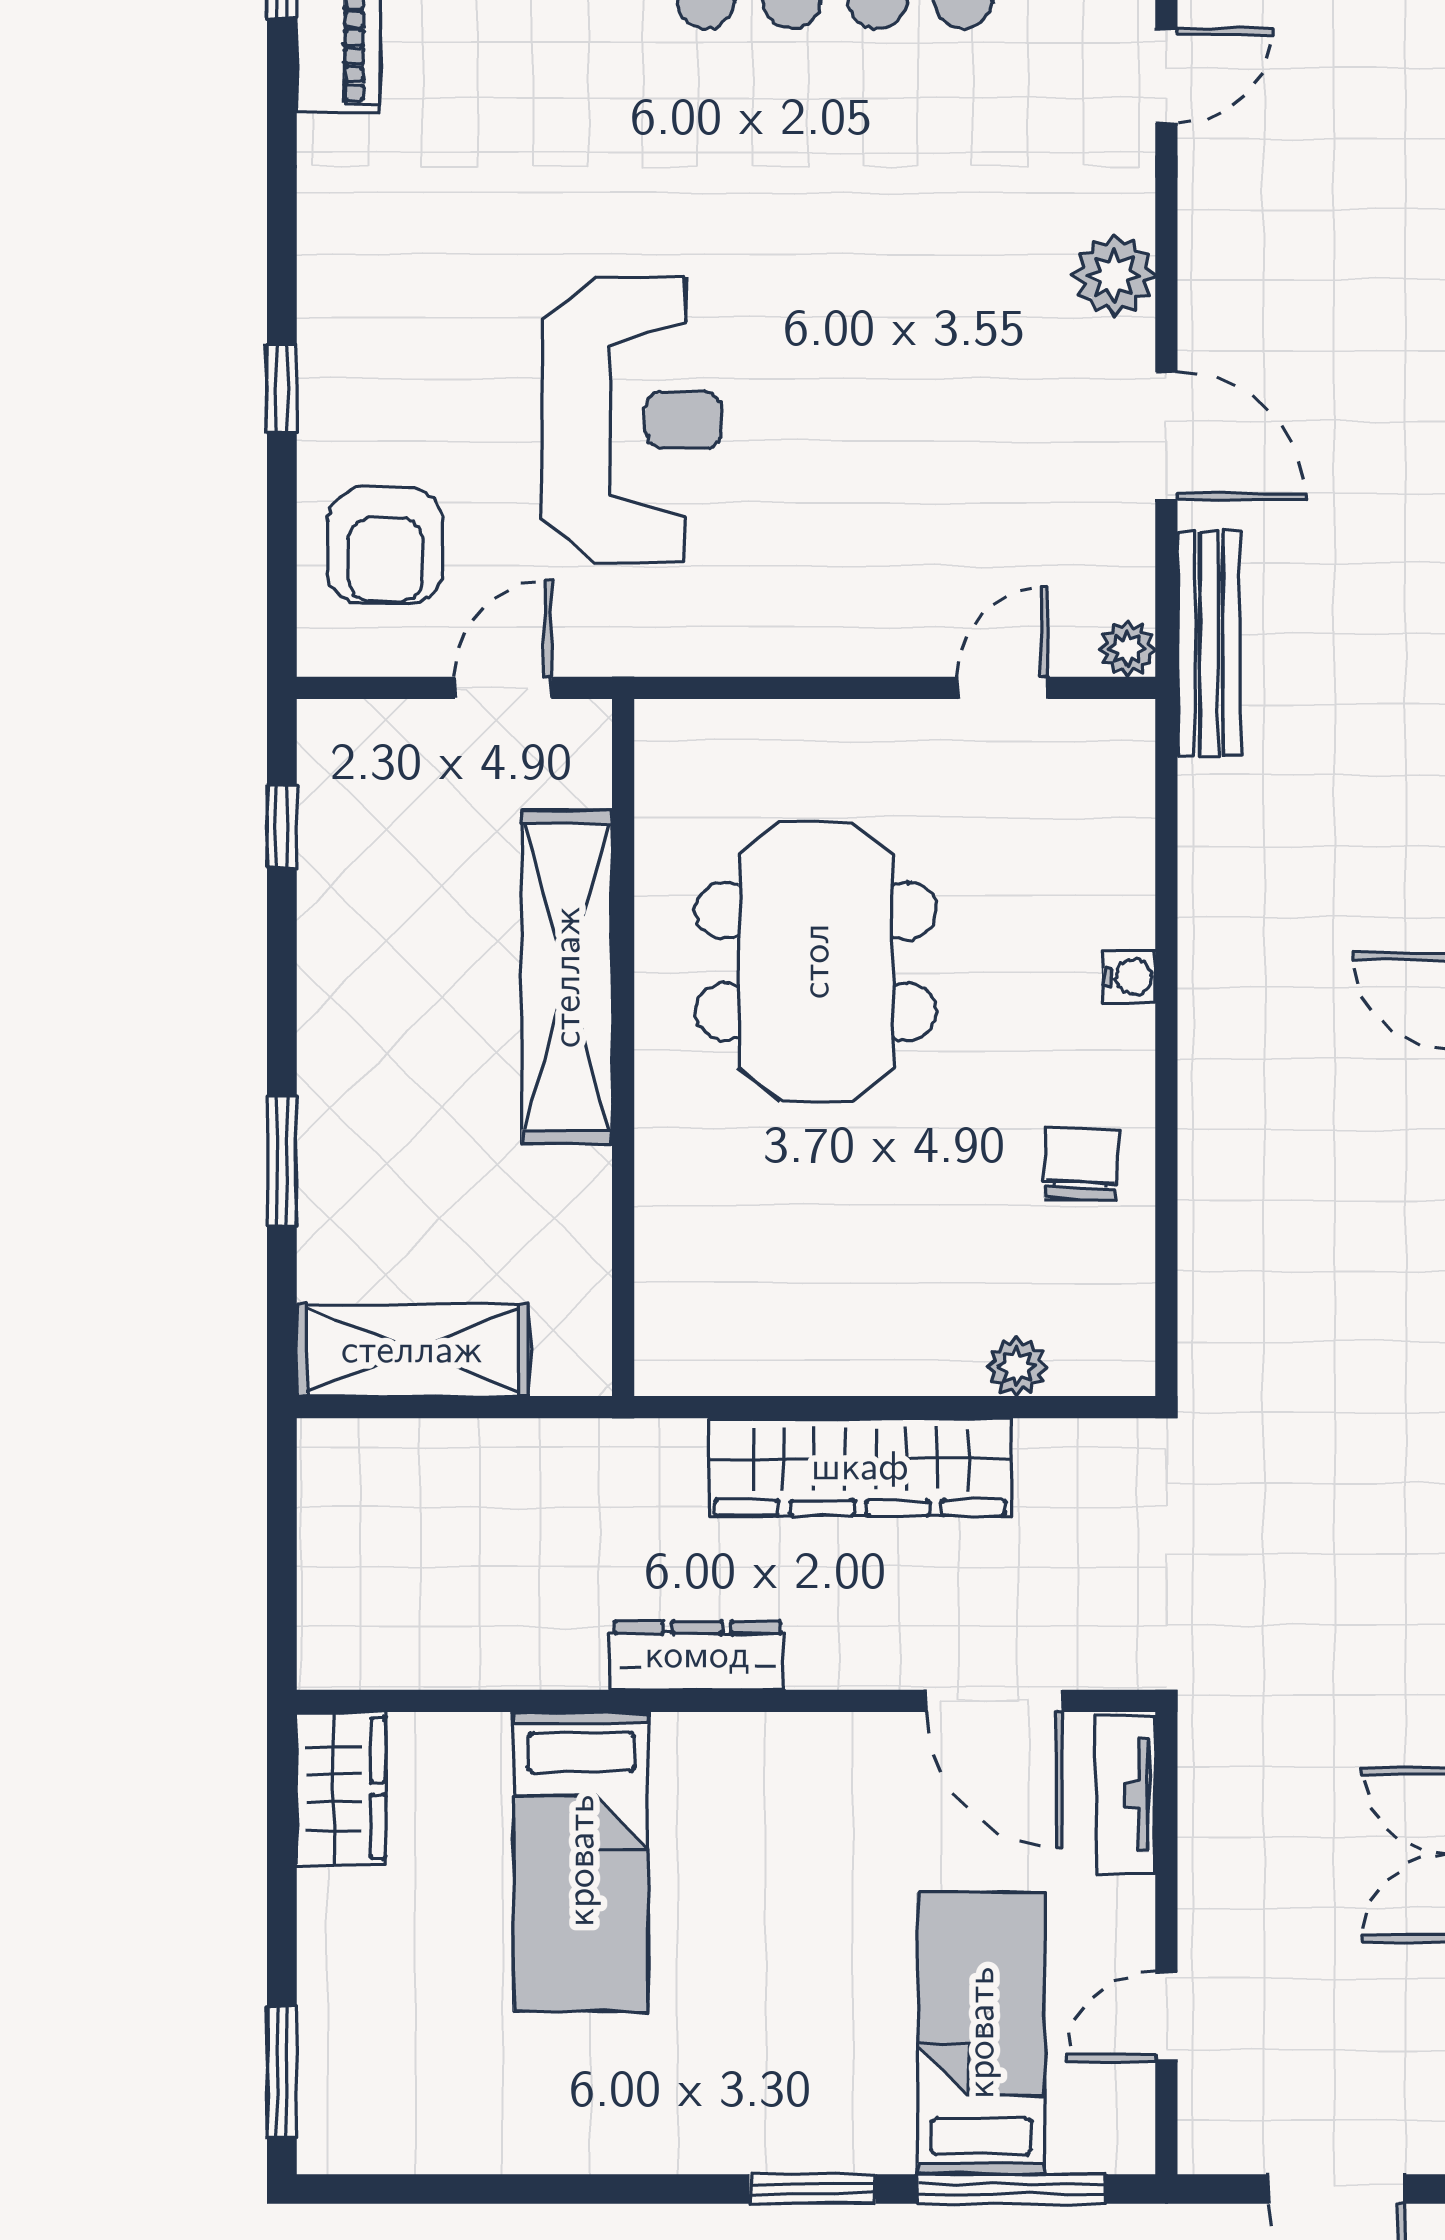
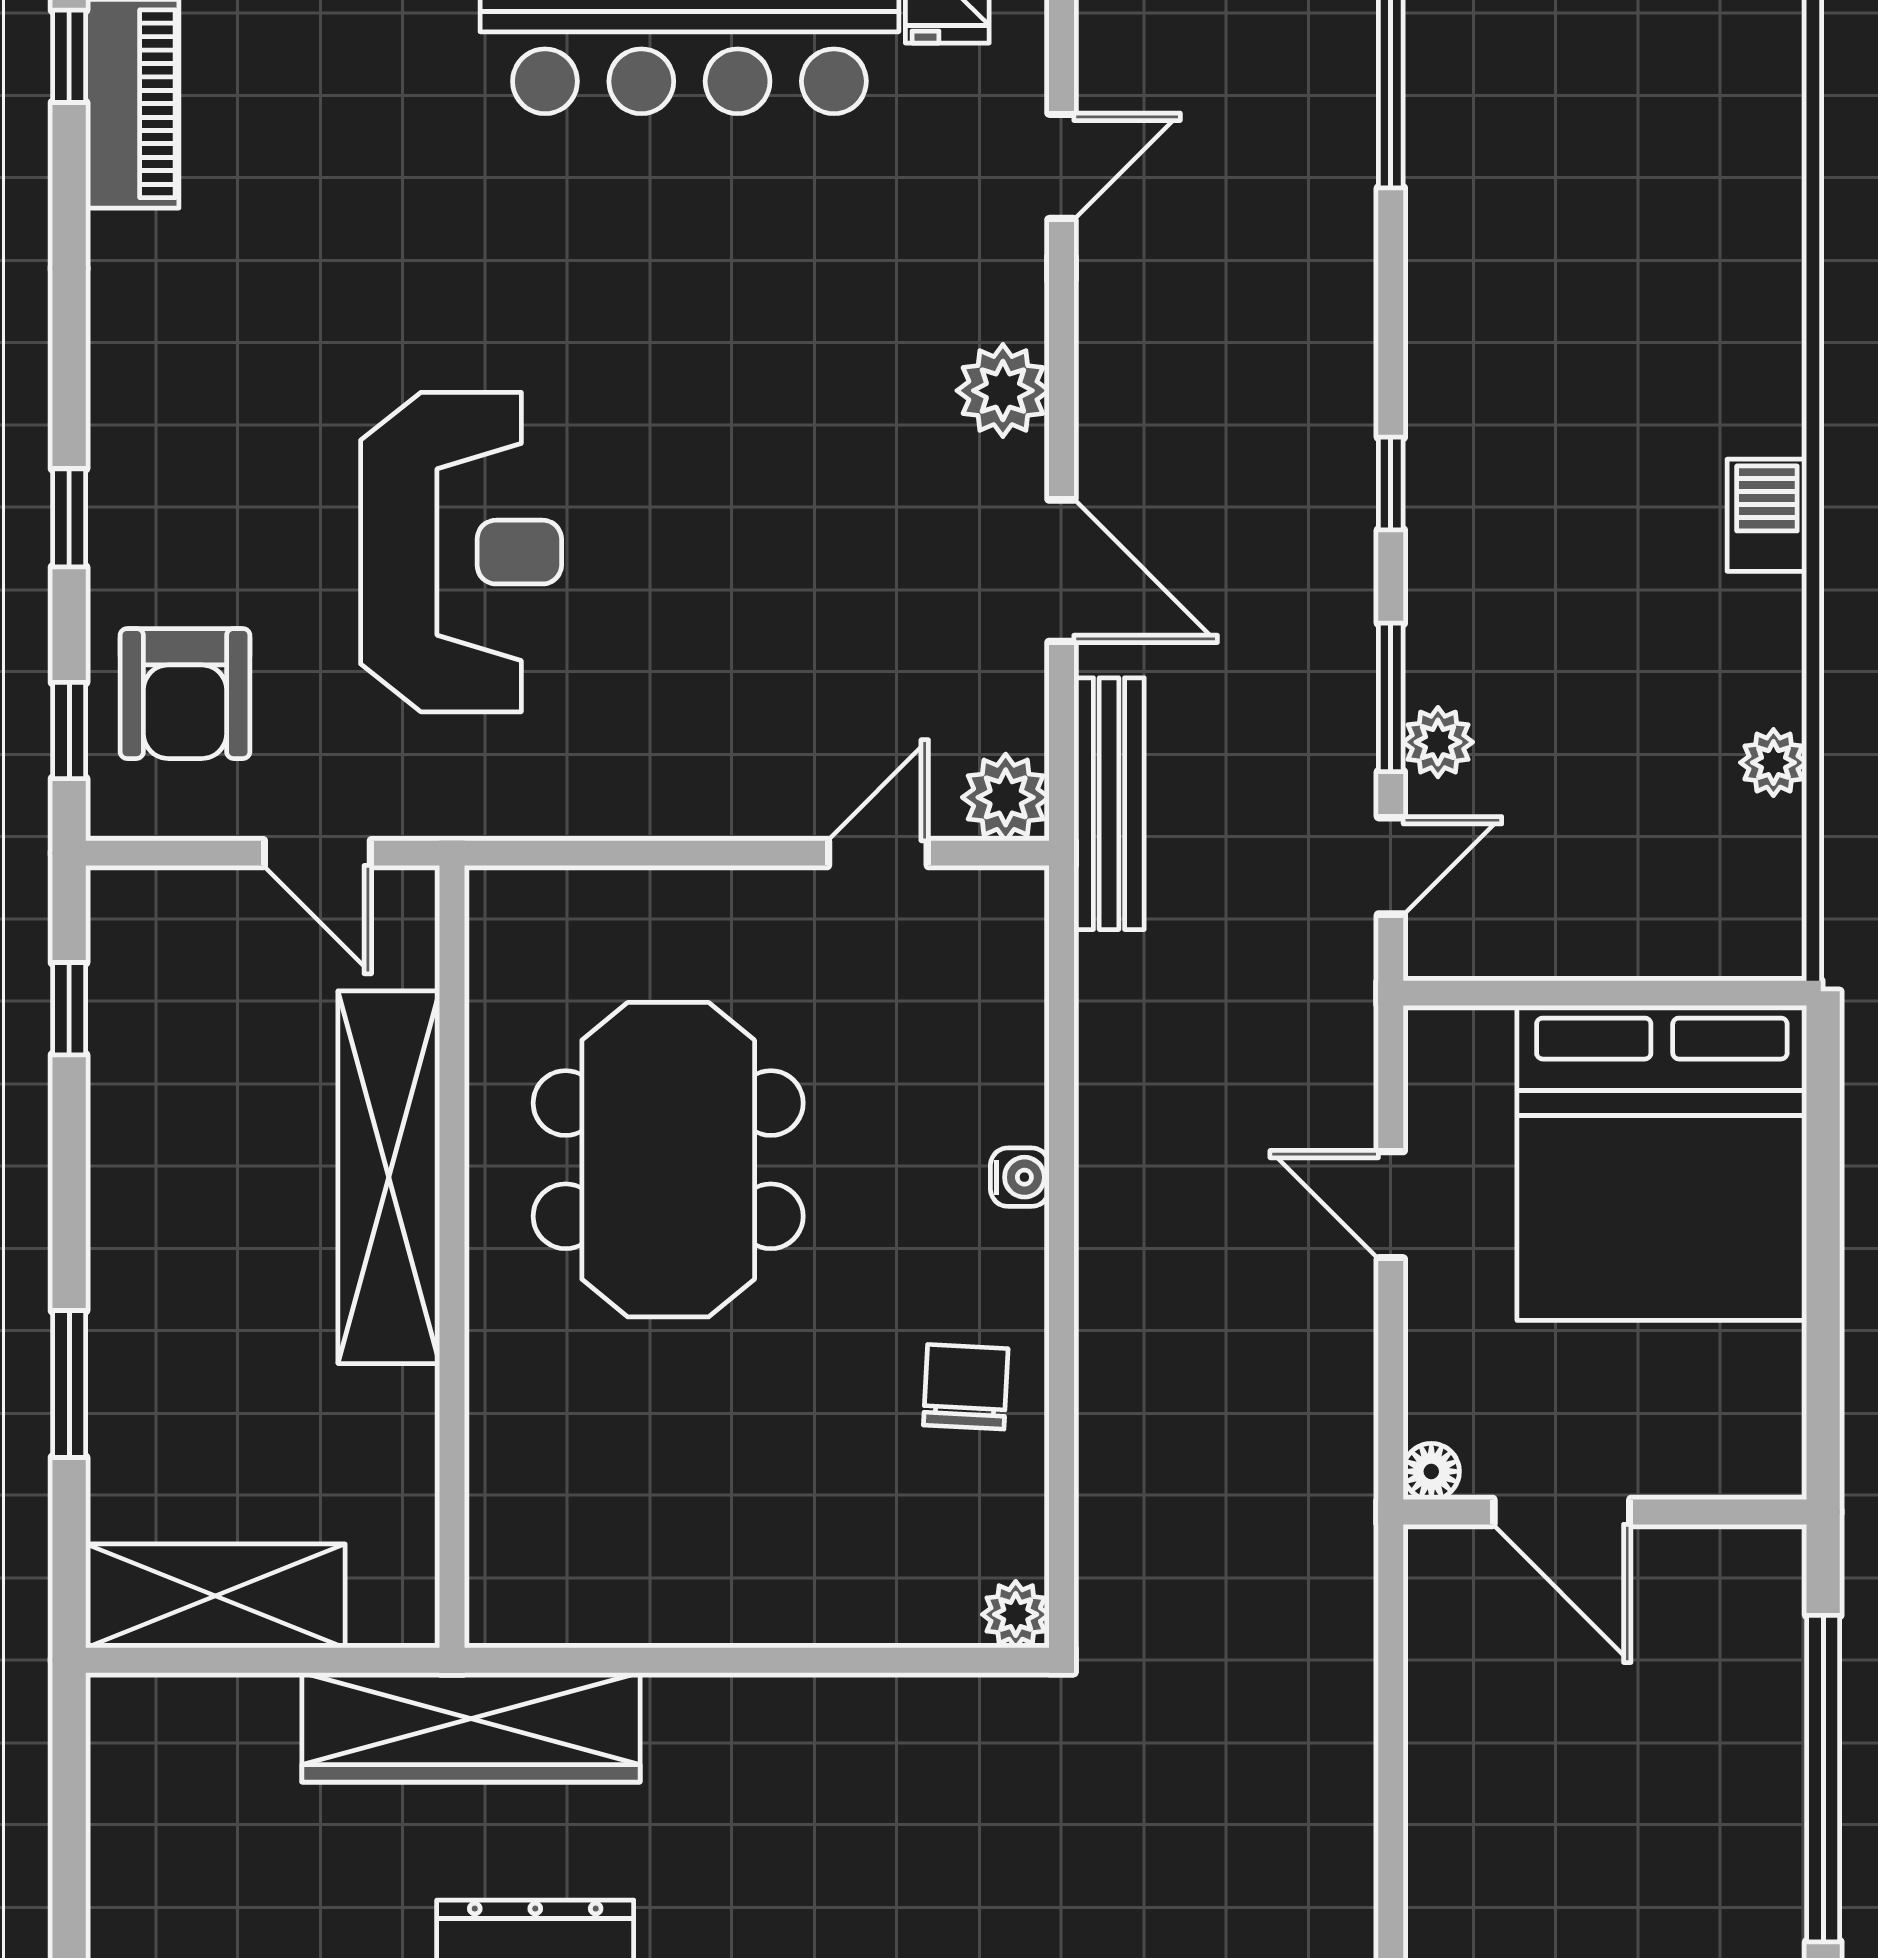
window: (282, 578) -> (69, 731), added
plant: (1127, 649) -> (1006, 797), width x1.38, depth x1.38
door: (503, 688) -> (317, 853), swing flipped
plant: (1017, 1366) -> (1016, 1614), moved
wardrobe: (860, 1467) -> (471, 1727), moved

